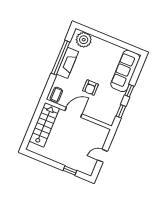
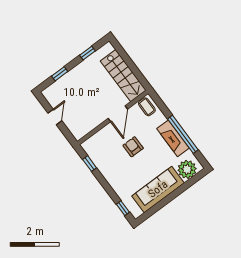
sofa: (125, 71) -> (158, 189), moved, turned -90
window: (129, 91) -> (123, 208), moved
window: (43, 160) -> (87, 53), added

